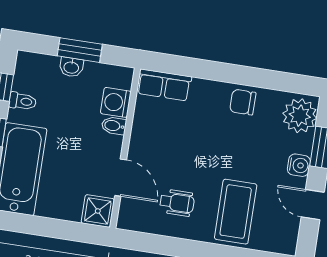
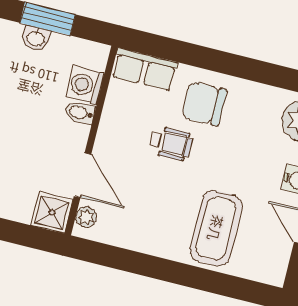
chair: (243, 102) -> (204, 104), moved, width x1.37, depth x1.37
wheelchair: (177, 203) -> (171, 143), moved
plant: (127, 212) -> (86, 217), added

